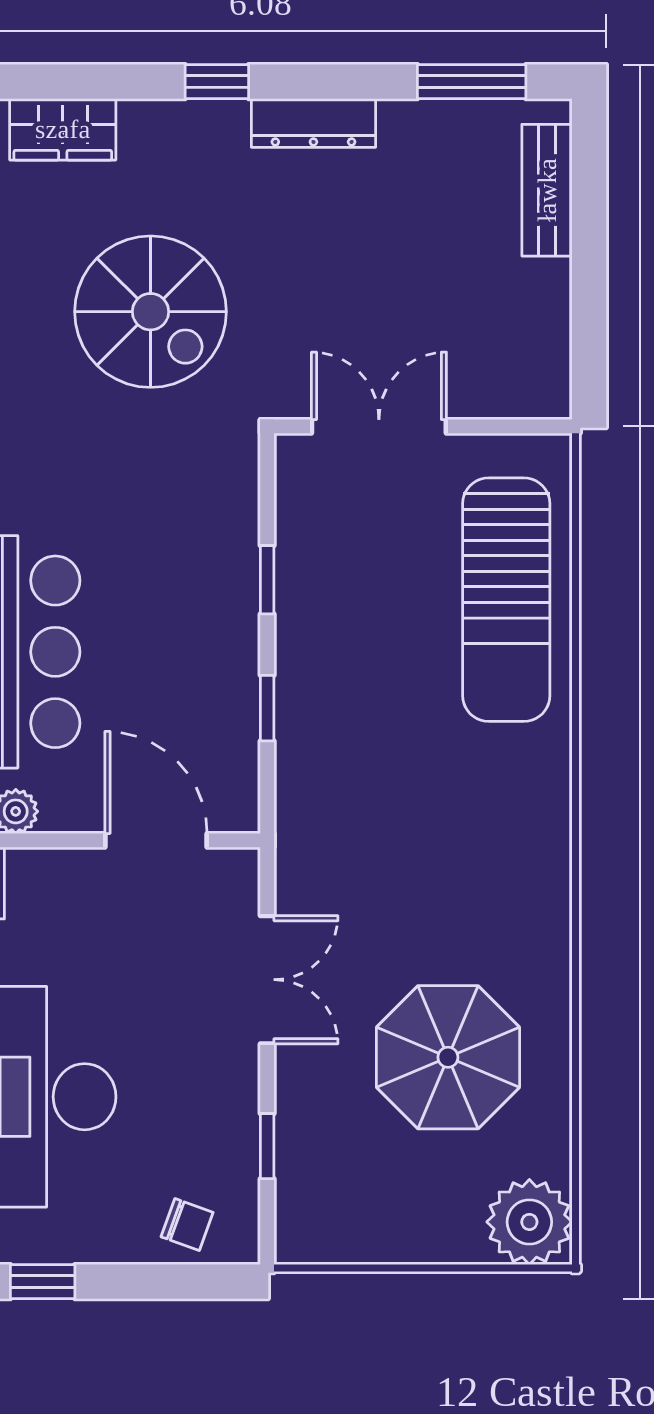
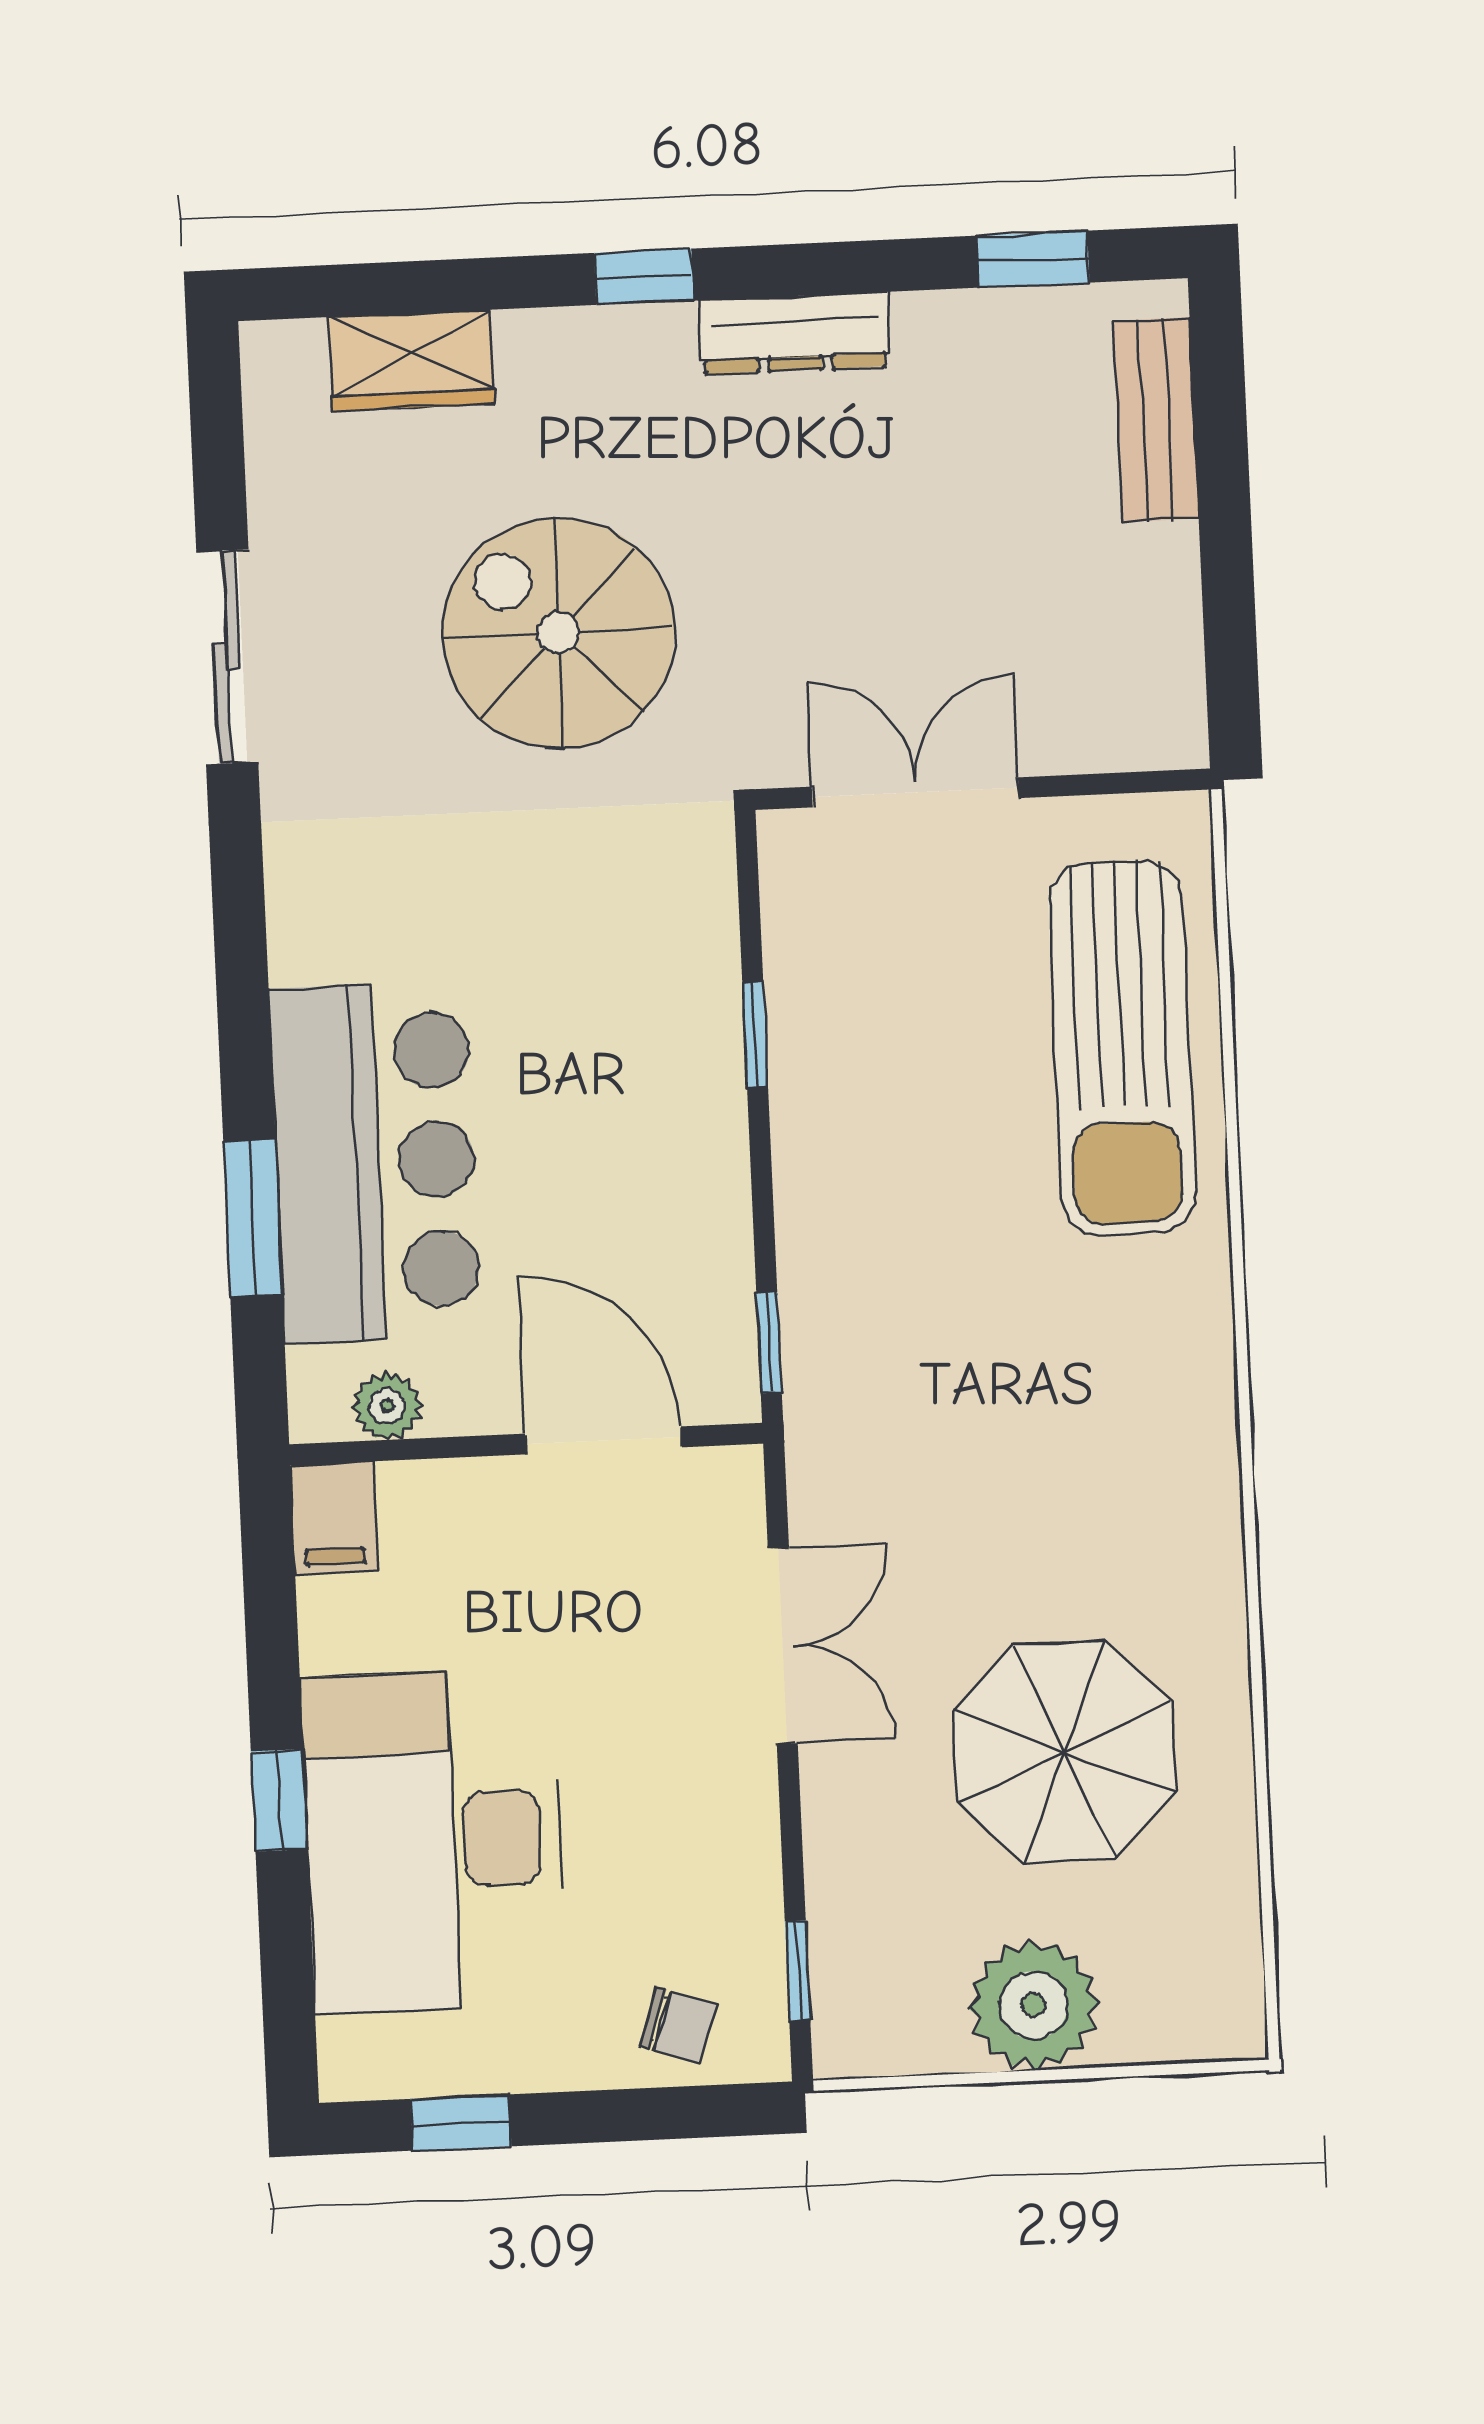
window: (472, 82) -> (1033, 259), width x0.67
spiral stairs: (151, 312) -> (558, 633), turned 180
window: (267, 708) -> (769, 1343), moved
window: (267, 1146) -> (798, 1971), moved
plant: (529, 1222) -> (1033, 2005), moved

